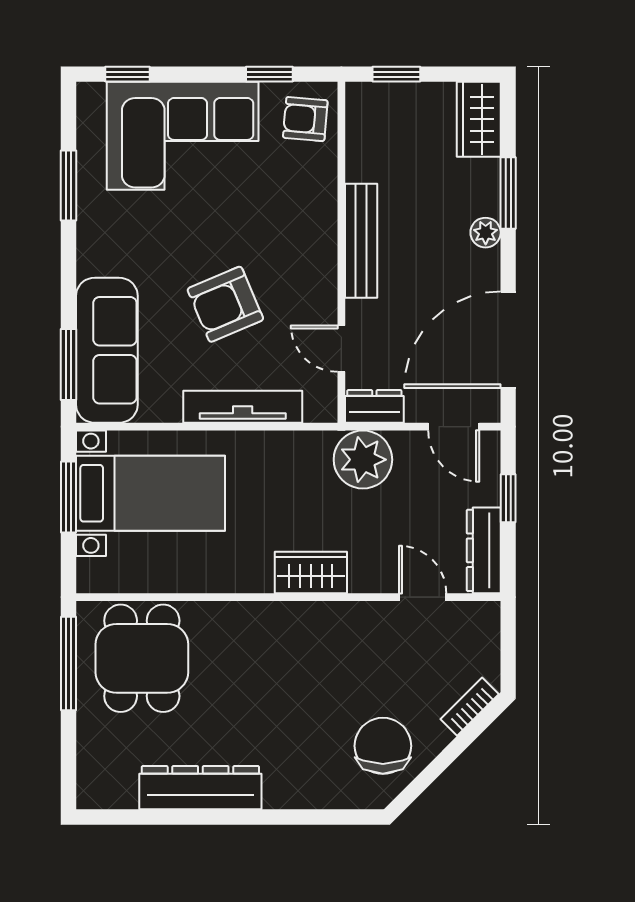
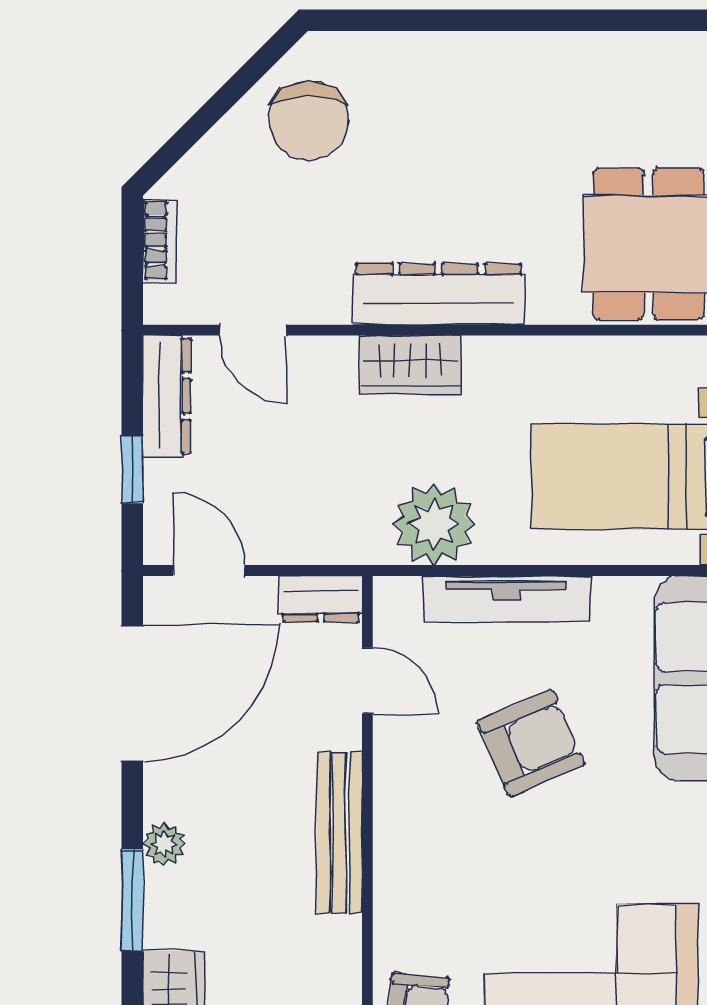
plant: (363, 460) -> (434, 524), moved
bookcase: (470, 707) -> (160, 241), moved, turned -45
dresser: (200, 788) -> (439, 294), moved, turned 180

